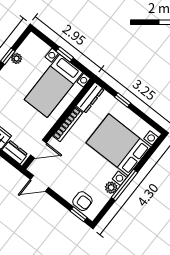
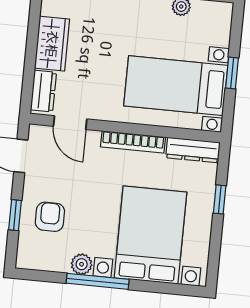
armchair: (82, 201) -> (50, 217), moved, turned 180
window: (79, 214) -> (15, 215), moved

